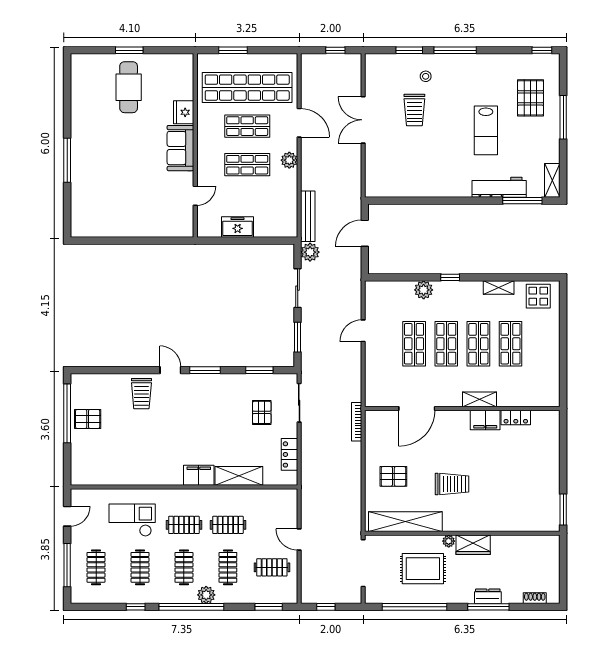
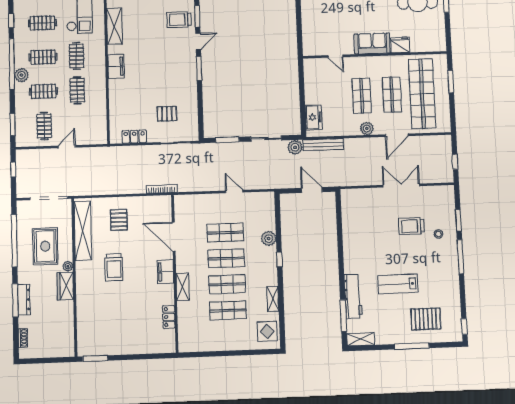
freezer: (238, 227) -> (314, 117), moved
window: (259, 370) -> (197, 16), moved
filing cabinet: (485, 420) -> (166, 272), moved
shelving: (239, 476) -> (114, 26), moved
dresser: (488, 596) -> (24, 300), width x1.44

